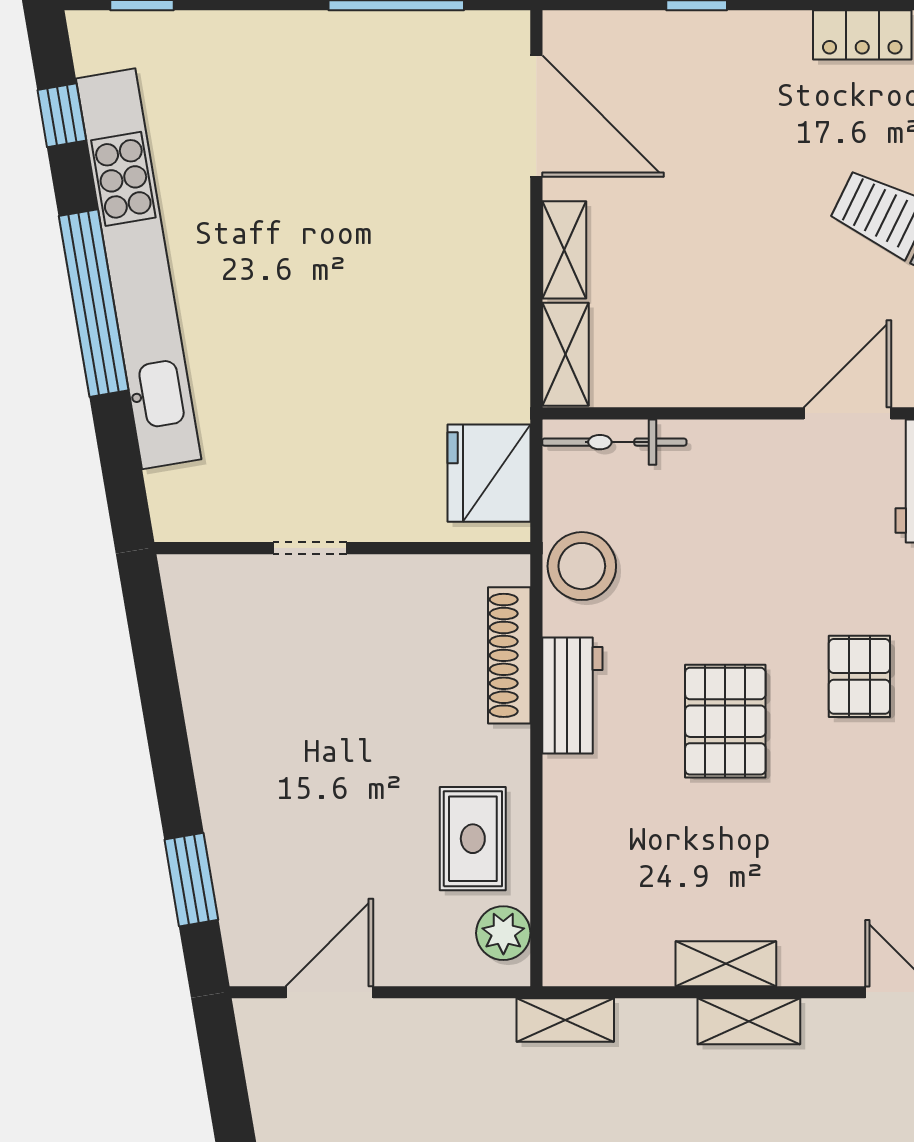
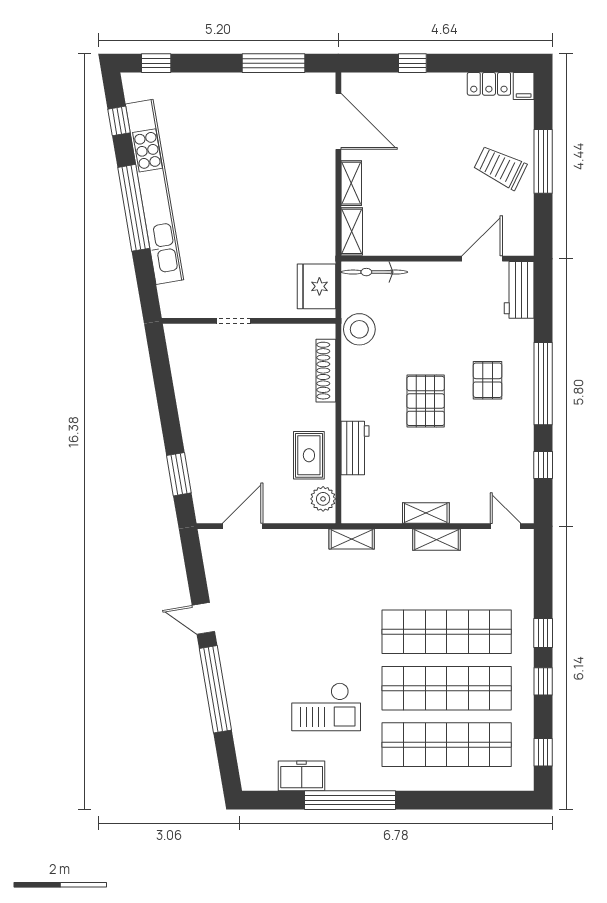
workbench: (572, 696) -> (355, 448), moved

